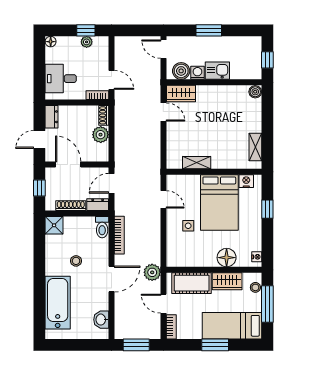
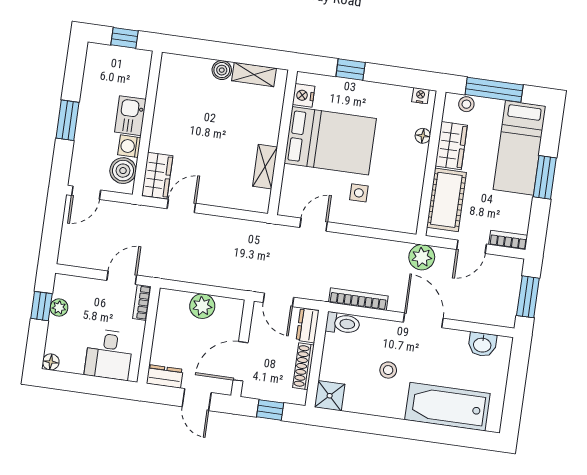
boiler: (255, 92) -> (222, 70), moved
shoe rack: (104, 115) -> (174, 297), removed
floor lamp: (227, 258) -> (423, 136), width x0.53, depth x0.53

